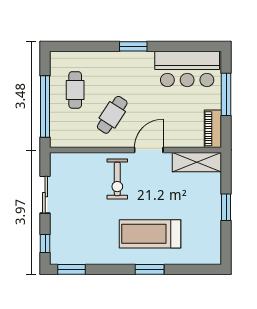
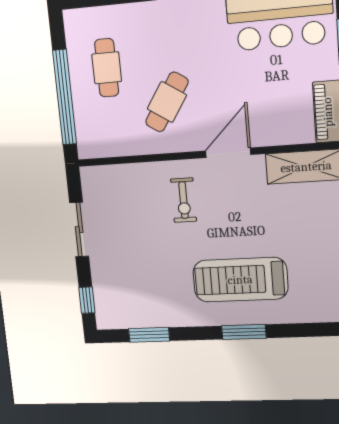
exercise bike: (117, 179) -> (184, 200), width x0.73, depth x0.72
window: (71, 269) -> (149, 335), moved

